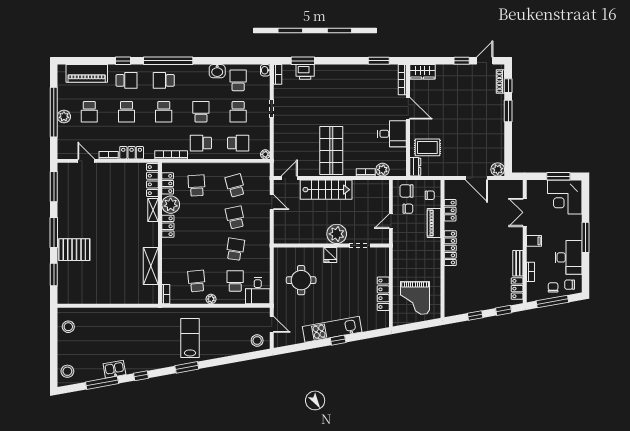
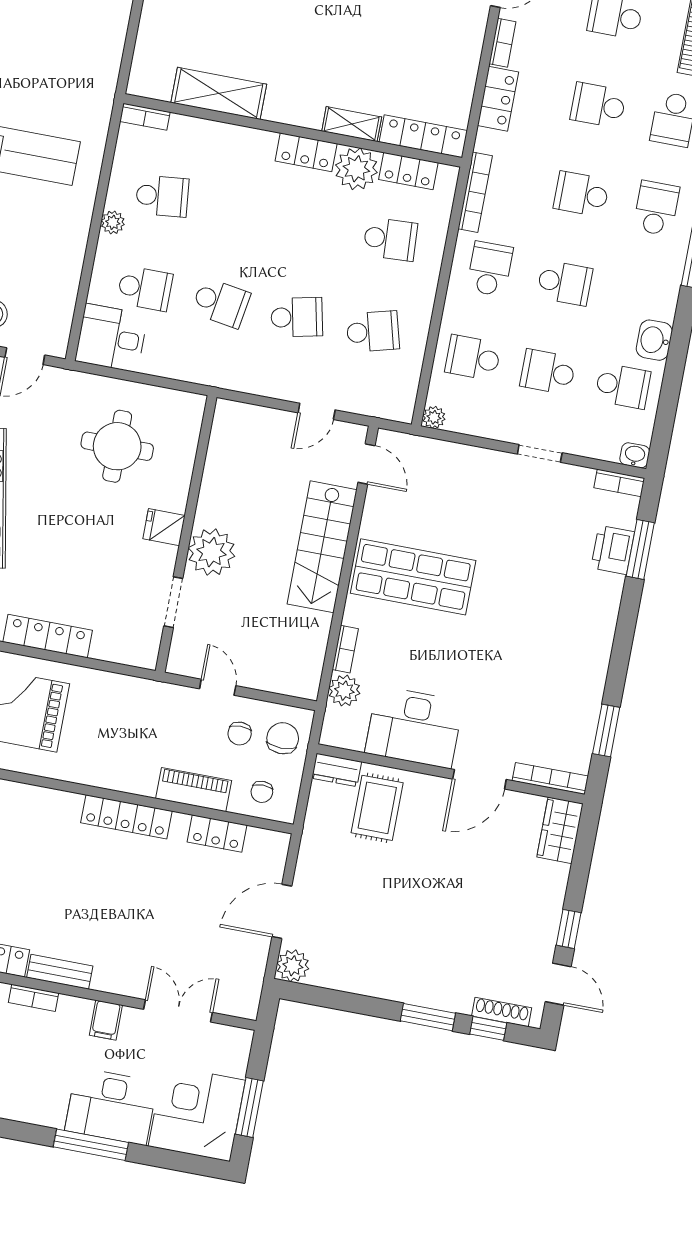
desk: (392, 134) -> (414, 727), width x1.37
school desk: (238, 143) -> (473, 358), turned 90
desk: (568, 257) -> (111, 1106), moved

